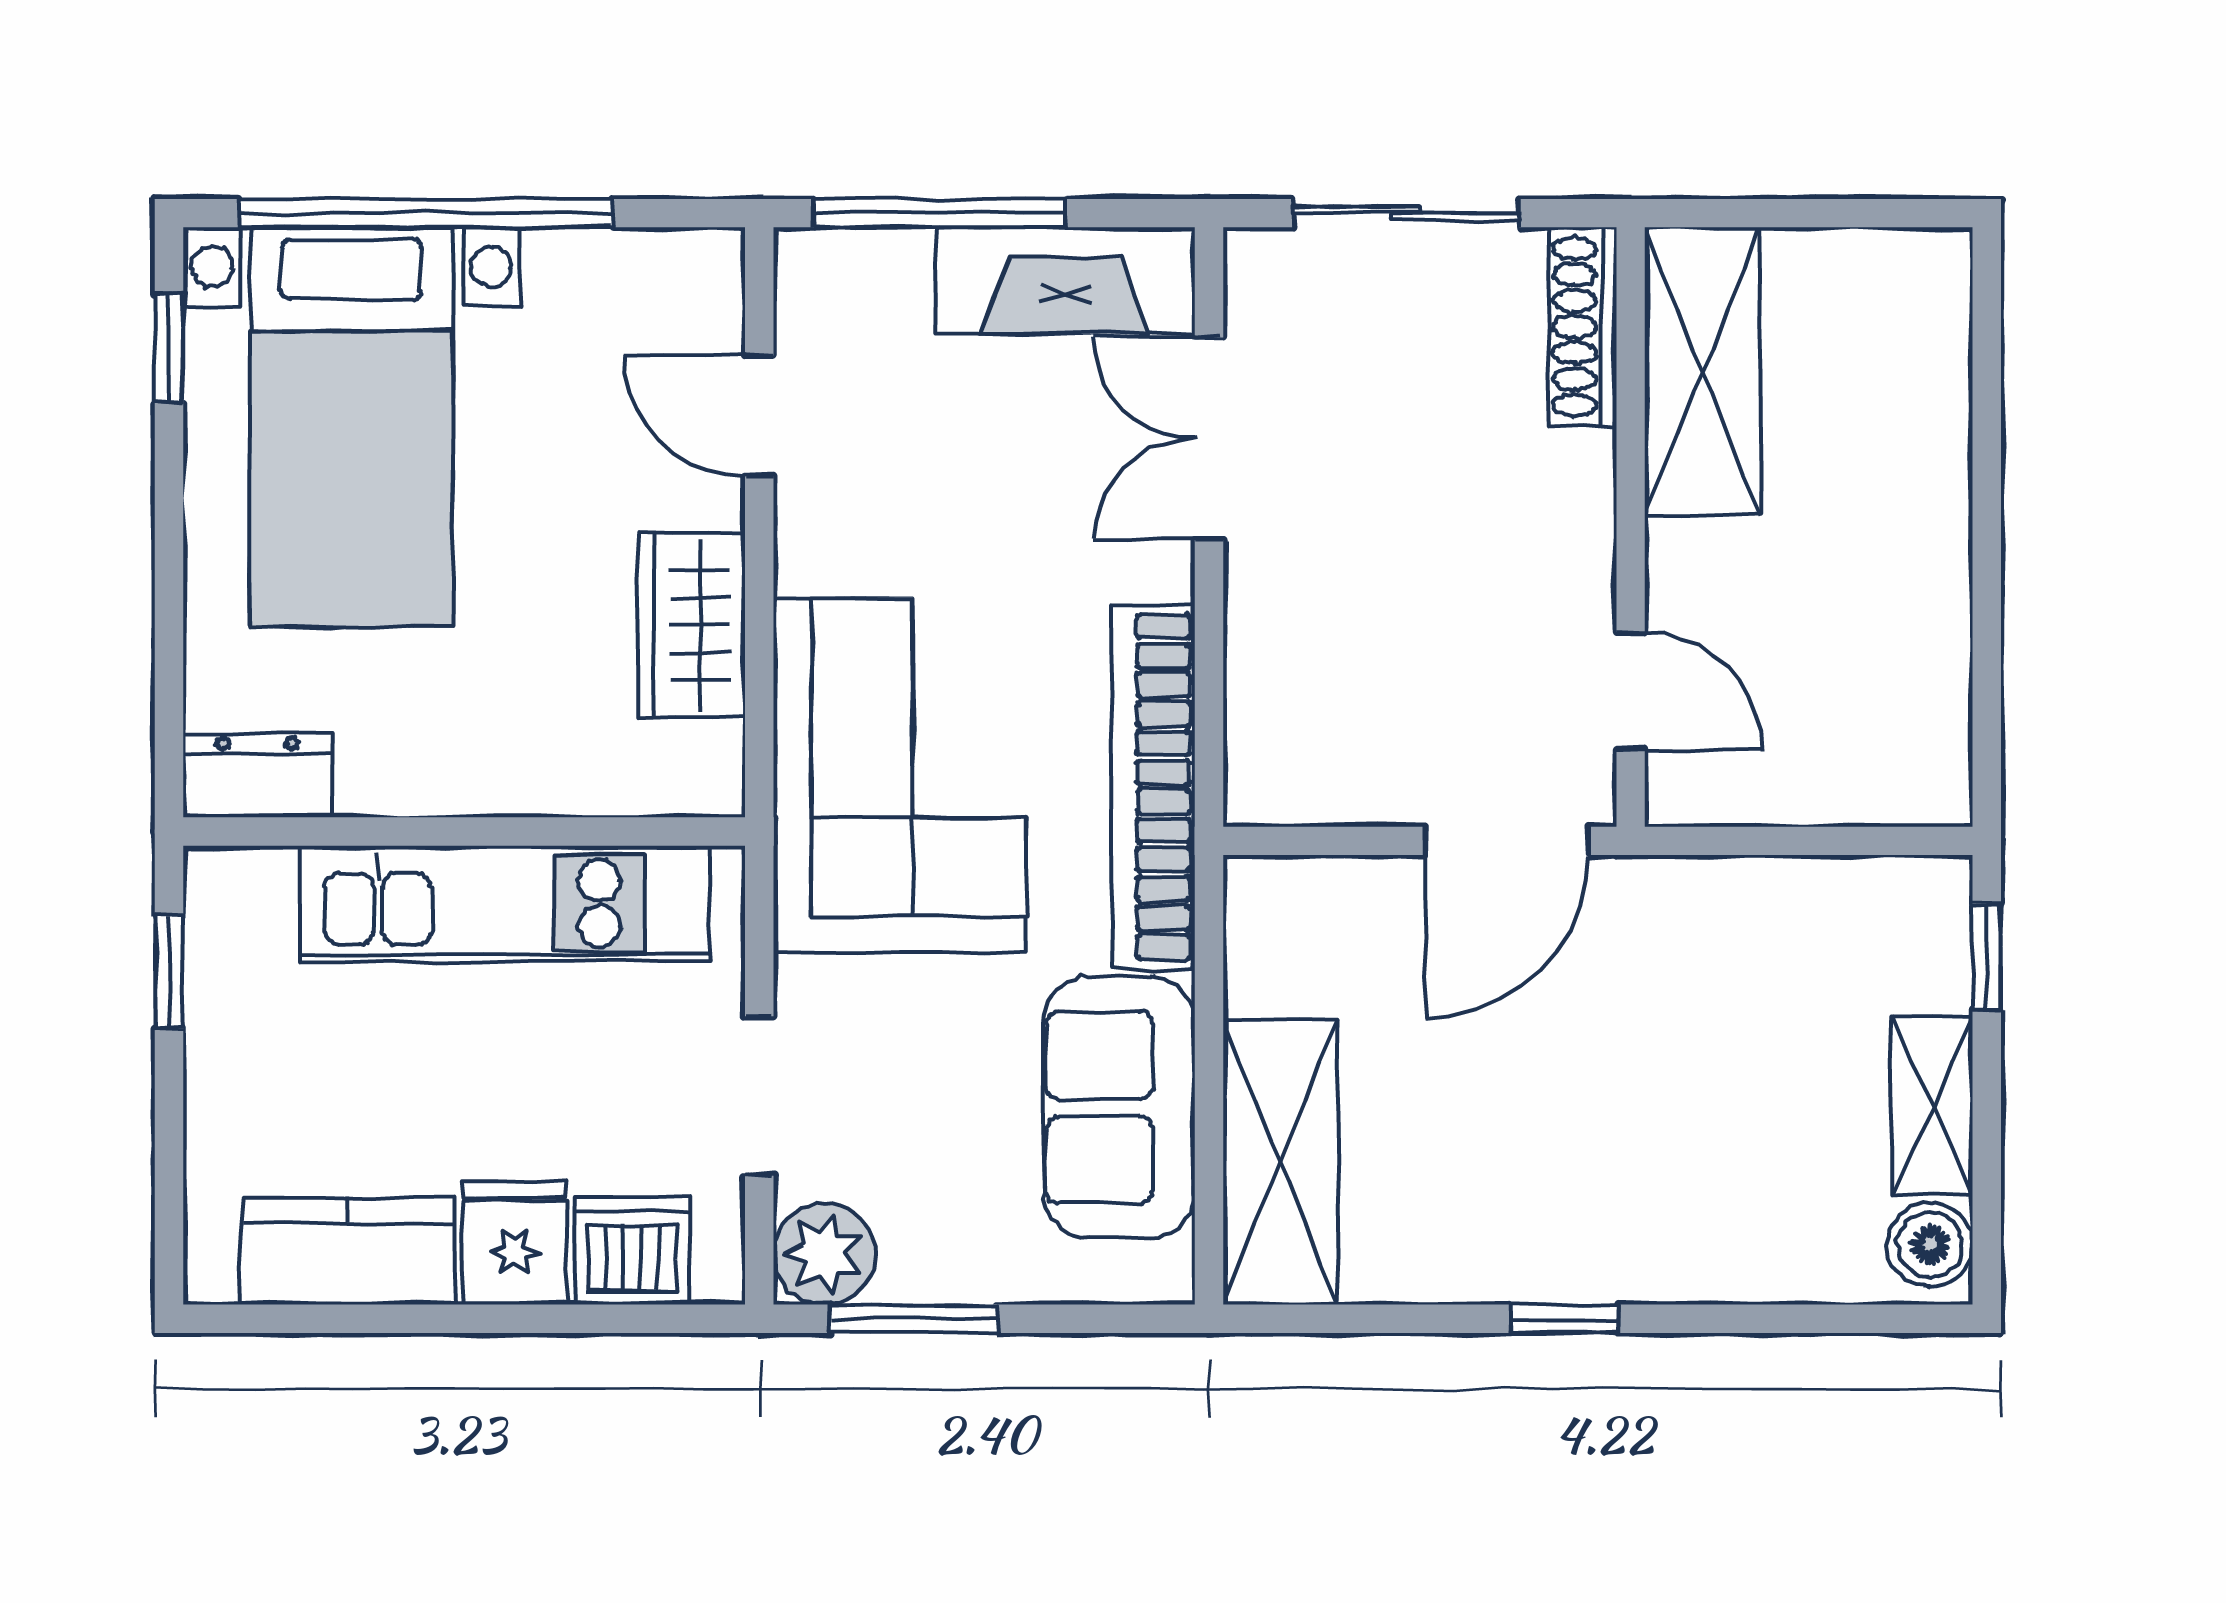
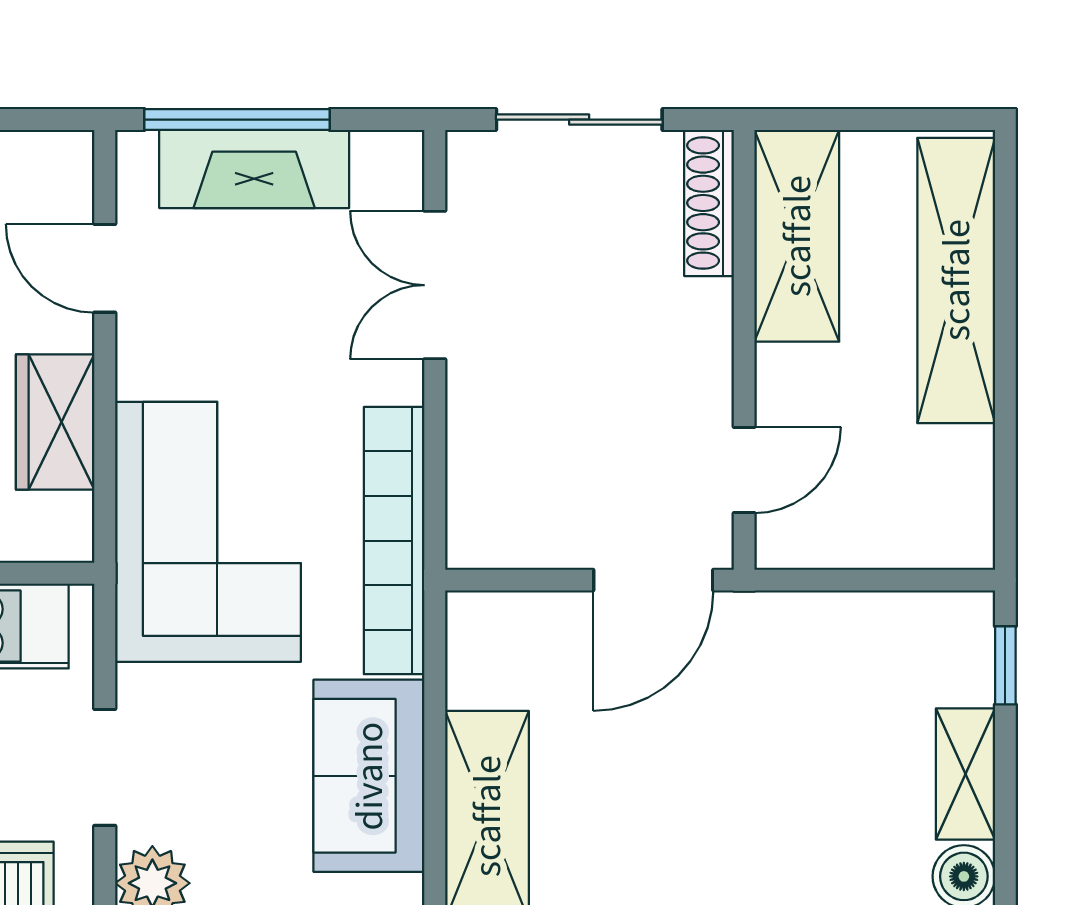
fireplace: (1066, 280) -> (254, 169), moved
shelving: (1920, 432) -> (956, 280), added
door: (1631, 691) -> (744, 470), hinge flipped

